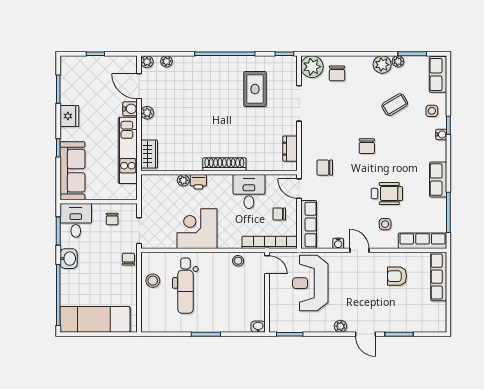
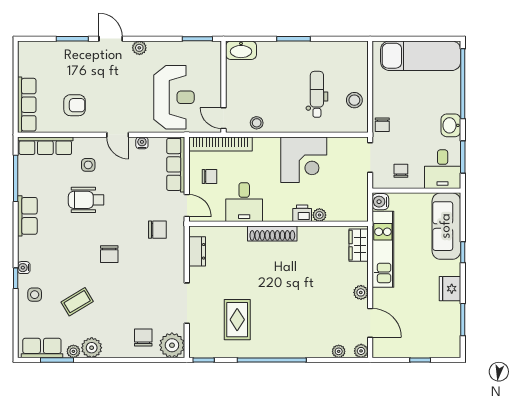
row of seats: (438, 74) -> (42, 348), moved, turned -90
water cooler: (130, 109) -> (380, 202), moved
chair: (367, 146) -> (109, 254), turned 180
dental chair: (185, 286) -> (317, 94), width x0.73, depth x0.72
washbasin: (258, 327) -> (241, 50), width x1.91, depth x1.45

